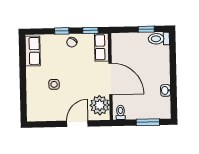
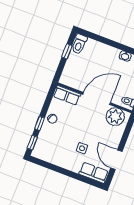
window: (90, 30) -> (32, 143), moved
row of seats: (33, 51) -> (94, 173), moved
door: (77, 124) -> (116, 160), moved

